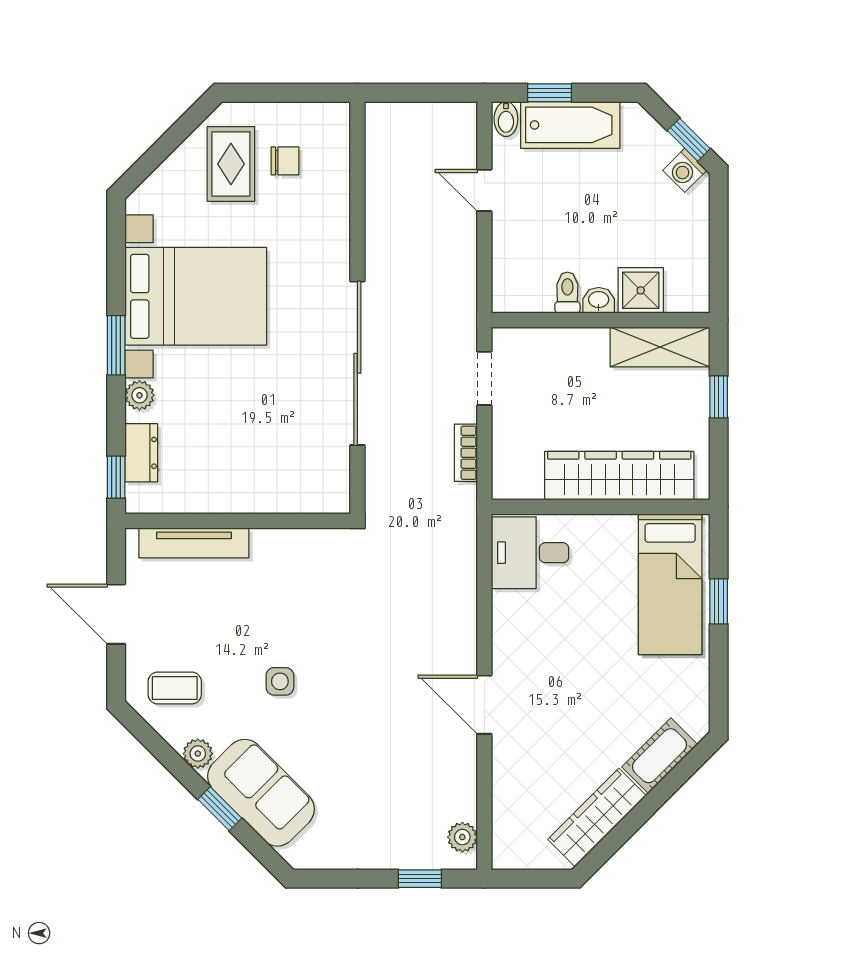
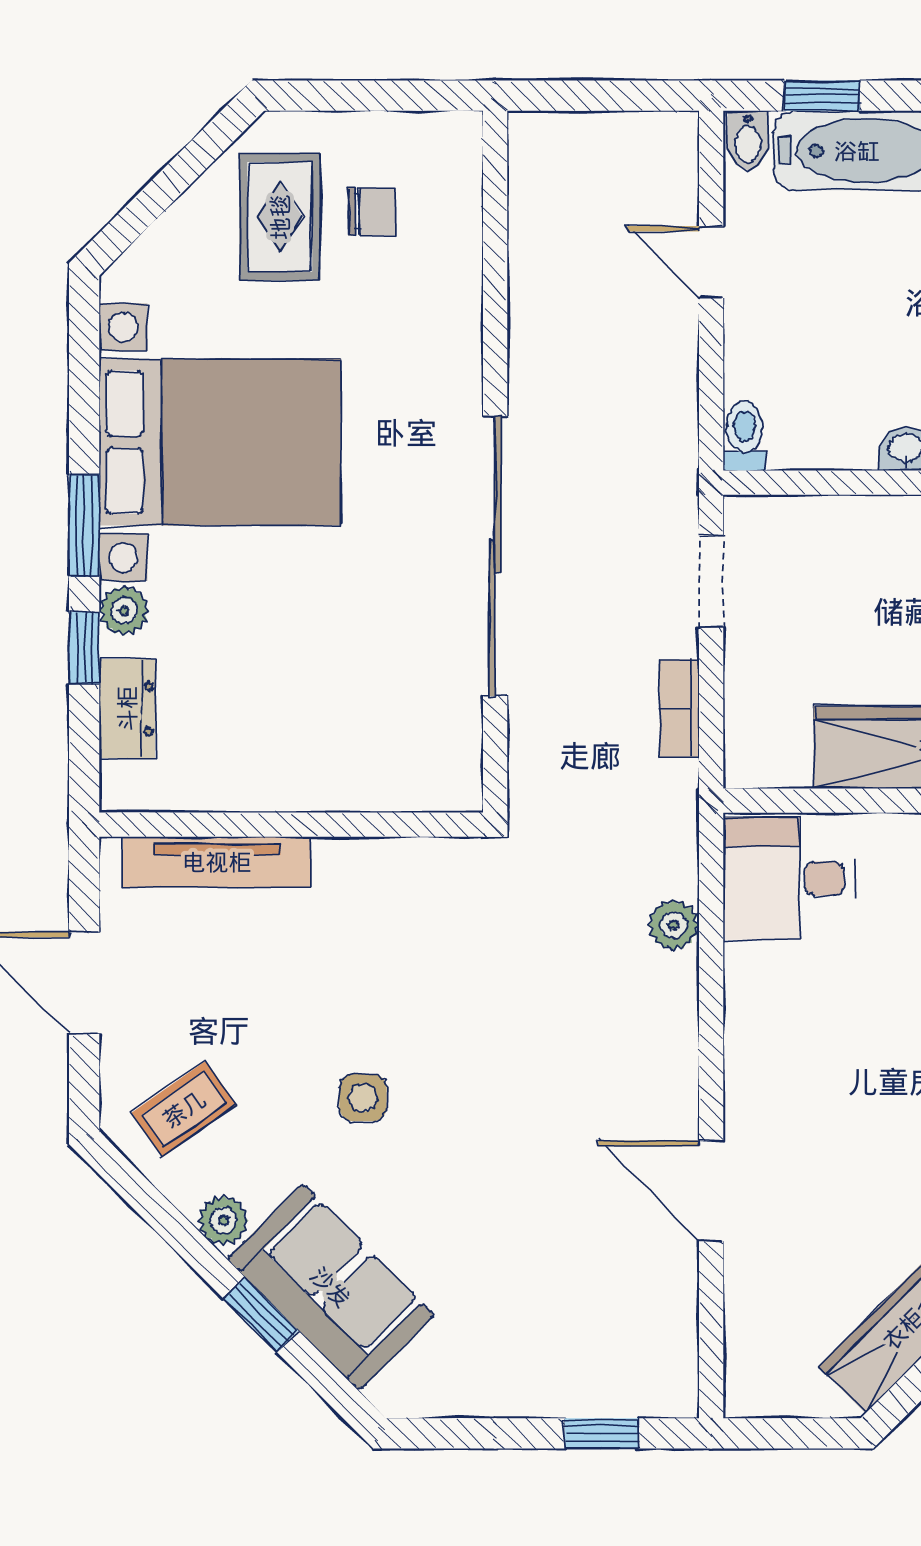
toilet: (567, 293) -> (744, 436), moved
window: (116, 477) -> (84, 648), moved
coffee table: (175, 688) -> (184, 1109), turned -35
door: (484, 705) -> (711, 1191), moved
plant: (462, 837) -> (674, 925), moved

